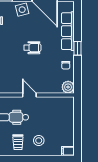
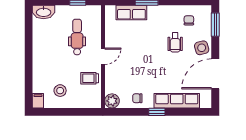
wheelchair: (32, 48) -> (175, 42), moved
stool: (39, 141) -> (60, 91), moved
trolley: (18, 142) -> (90, 78), moved

